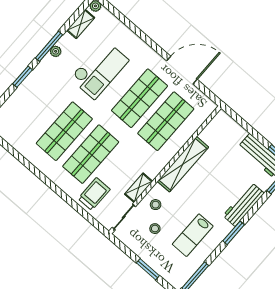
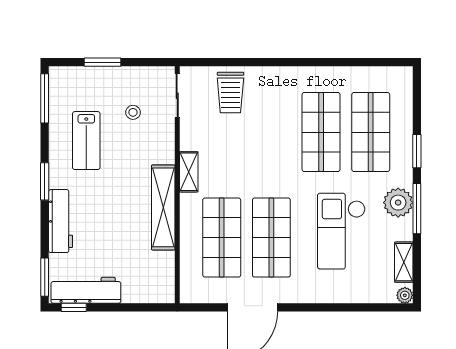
plant: (56, 51) -> (398, 203), width x1.87, depth x1.87
shop shelf: (91, 154) -> (371, 132), moved
shelving: (139, 188) -> (189, 172), moved
stool: (156, 205) -> (155, 139), removed
lab bench: (193, 235) -> (86, 141), turned 180

